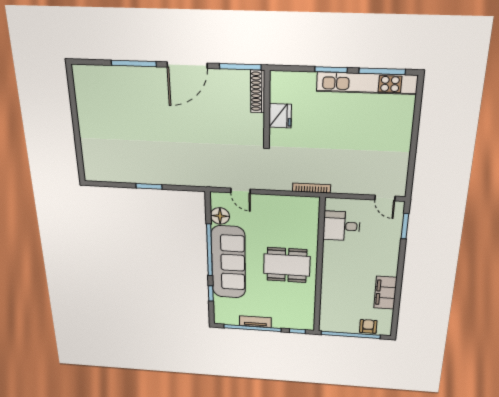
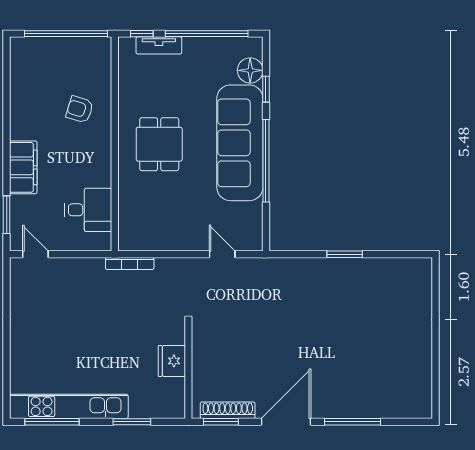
window: (240, 67) -> (221, 422), width x0.69
window: (331, 70) -> (132, 422), moved
shoe rack: (258, 91) -> (228, 410), moved, turned -90
floor lamp: (220, 216) -> (250, 70), moved
dining table: (287, 265) -> (159, 144), width x0.73
filing cabinet: (385, 293) -> (23, 167), moved
tv unit: (255, 322) -> (159, 45), moved
armchair: (368, 326) -> (80, 109), moved, turned 107

